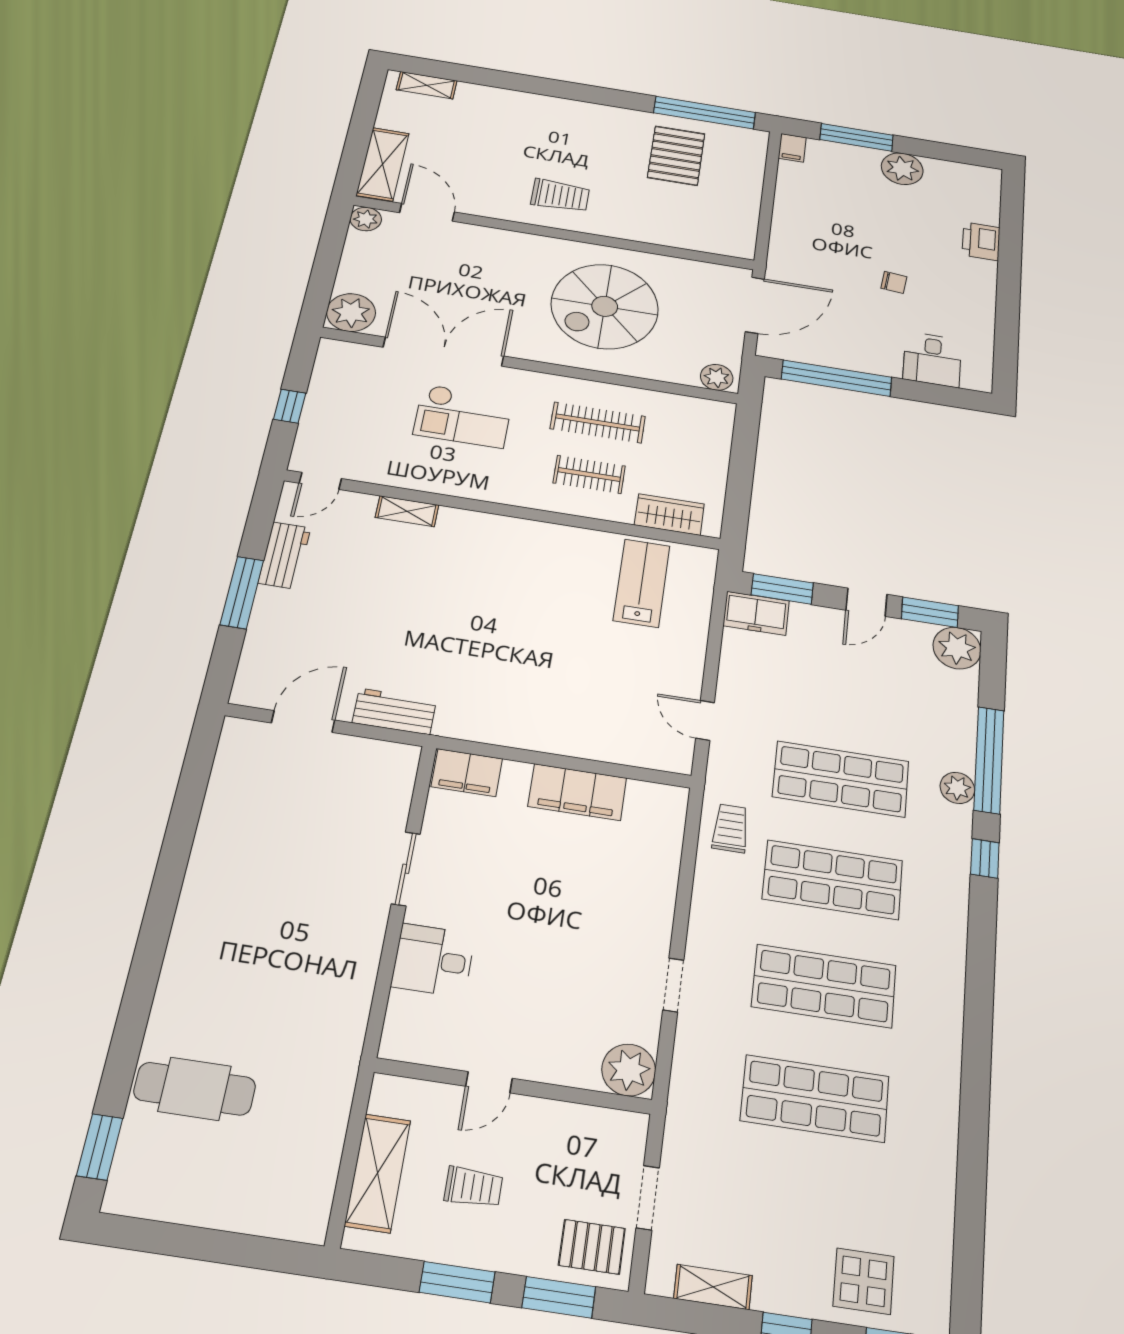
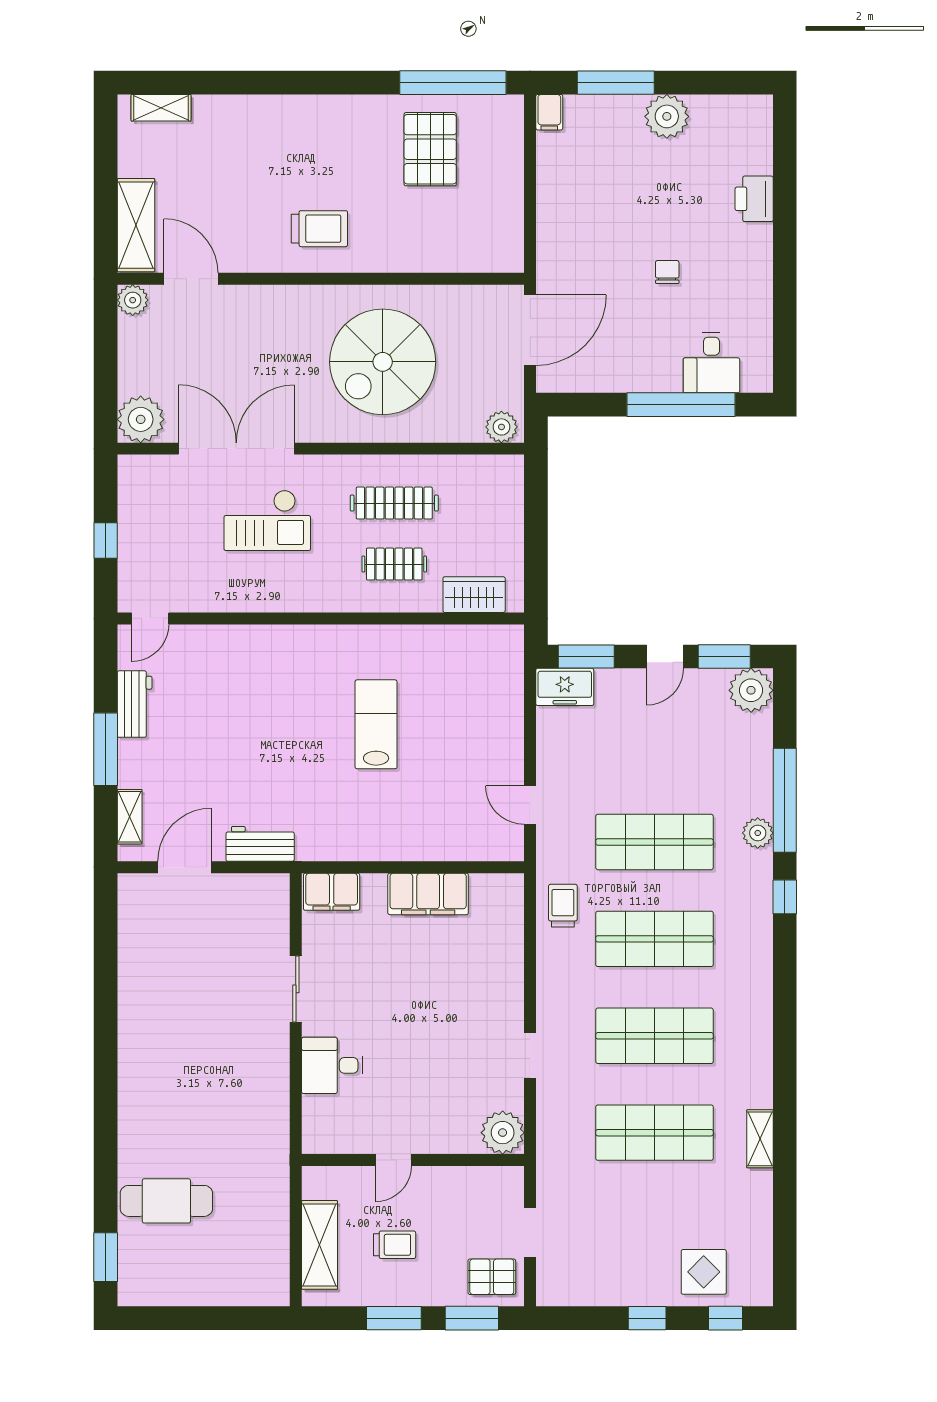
chair: (894, 282) -> (667, 272), turned -96
window: (836, 378) -> (681, 405), moved
shelving: (407, 511) -> (130, 817), moved, turned 90
lab bench: (642, 583) -> (376, 724), moved
shelving: (713, 1287) -> (760, 1139), moved, turned 90

